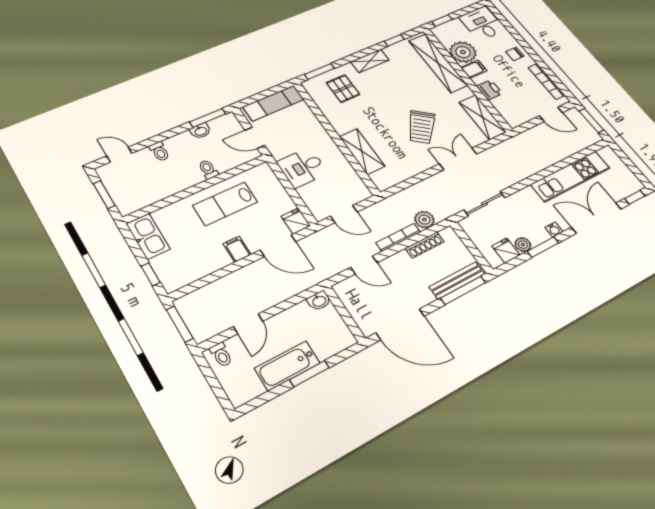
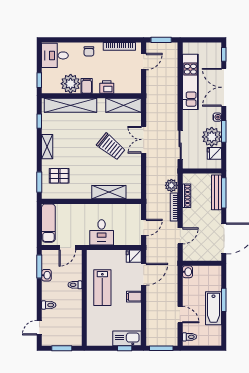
kitchen sink: (148, 236) -> (127, 338), moved
plant: (523, 245) -> (212, 137), width x1.88, depth x1.88

